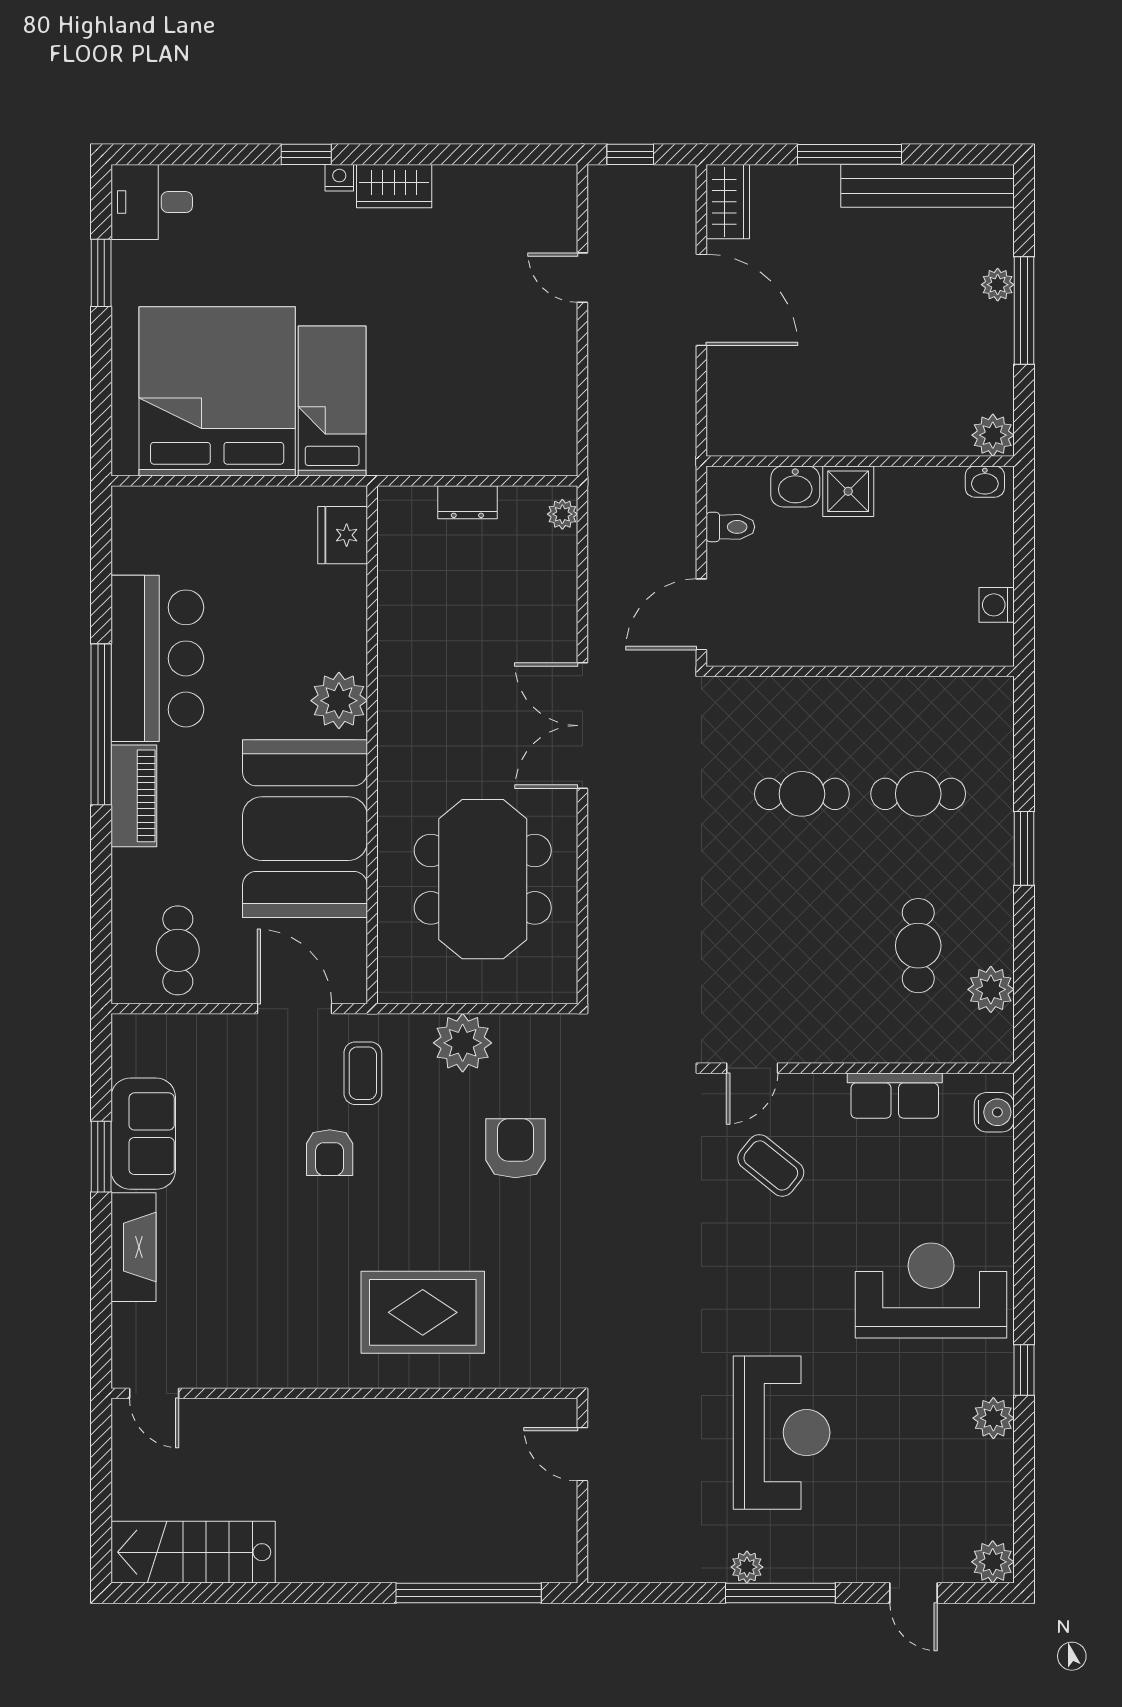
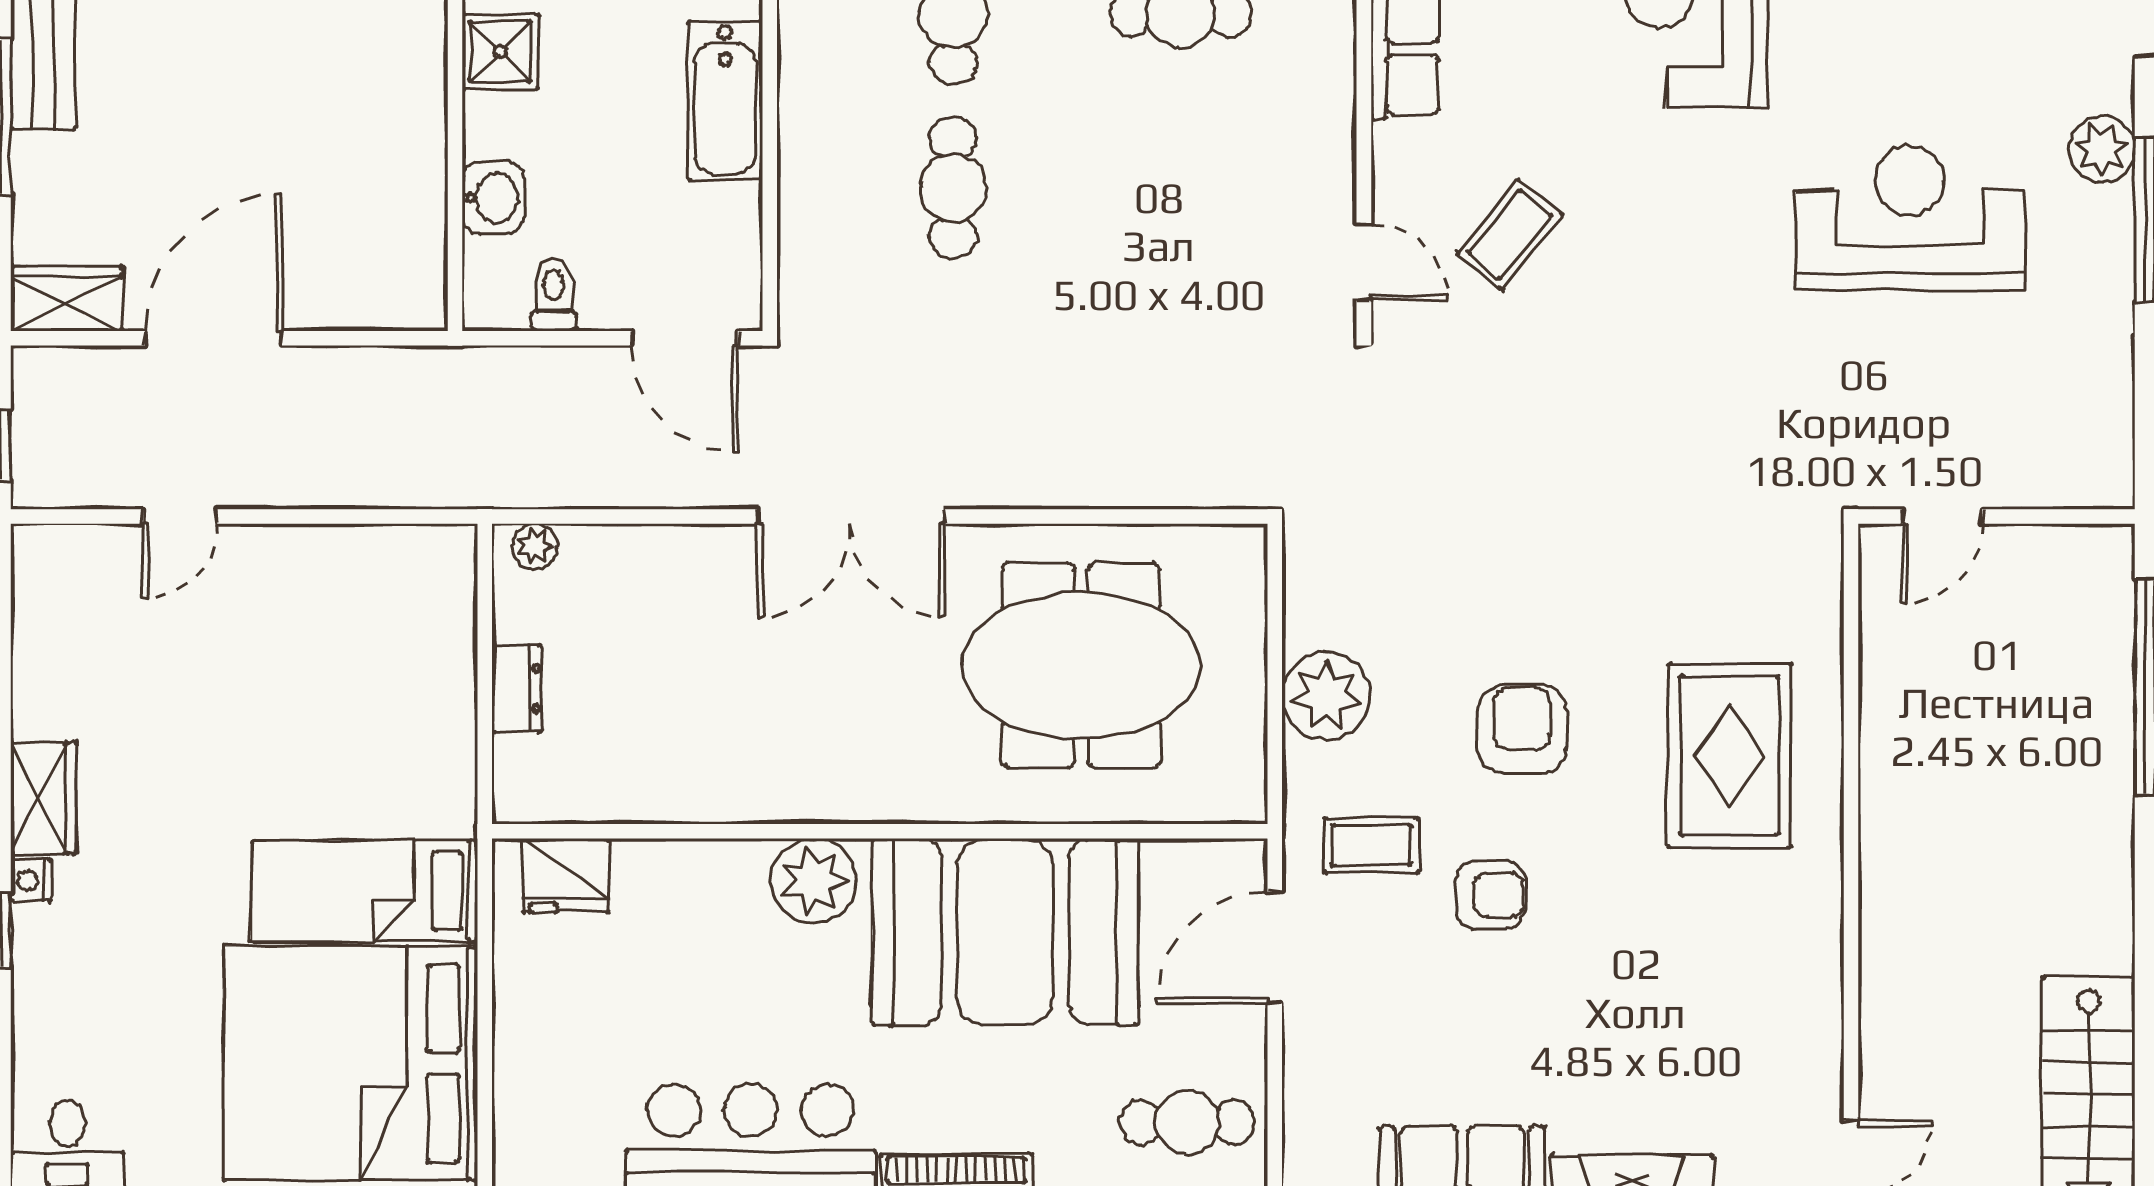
shower: (848, 491) -> (500, 51), moved
bathtub: (860, 642) -> (725, 101), added
armchair: (515, 1148) -> (1522, 729), moved, turned 90
plant: (747, 1567) -> (2102, 149), moved, width x1.38, depth x1.38

